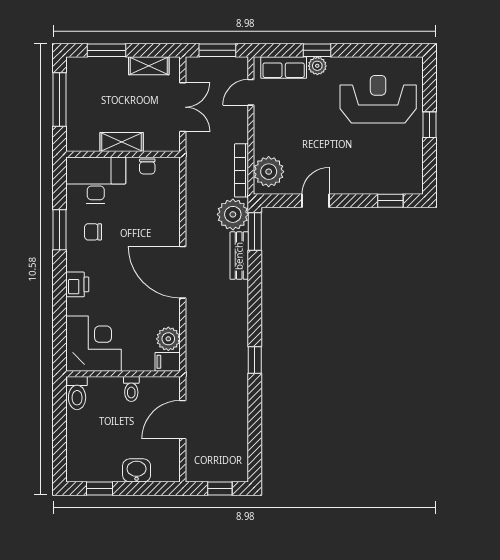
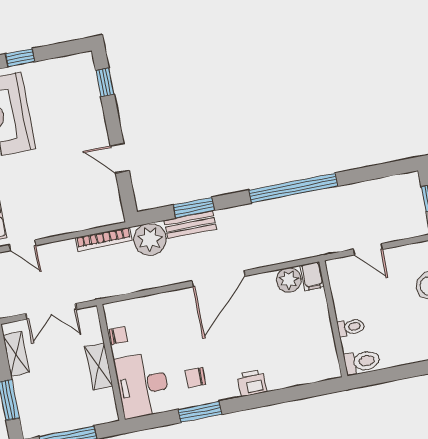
double door: (183, 107) -> (51, 311), swing flipped
plant: (269, 172) -> (99, 211), removed
window: (255, 231) -> (194, 208), moved
chair: (93, 232) -> (195, 378), turned 90
corner desk: (94, 344) -> (309, 355), removed
window: (255, 360) -> (293, 188), width x3.17
toilet: (131, 389) -> (351, 327), moved
door: (183, 420) -> (368, 249), width x0.73

